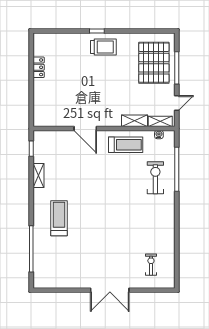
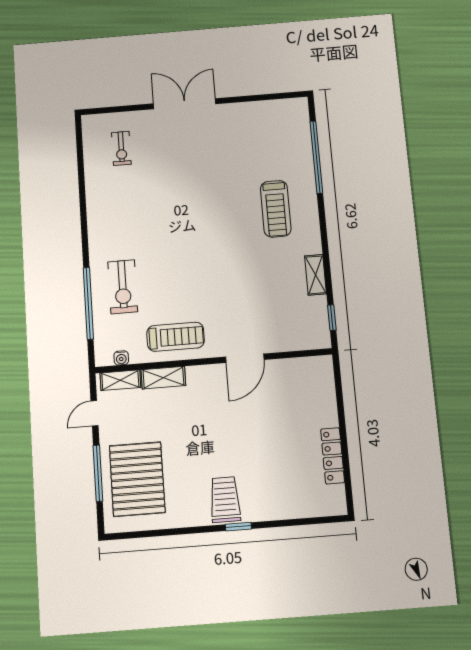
trolley: (103, 47) -> (225, 500), turned 90
locker: (39, 67) -> (333, 456), width x1.53
door: (85, 129) -> (245, 358), swing flipped
treadmill: (126, 145) -> (176, 337), turned 180

